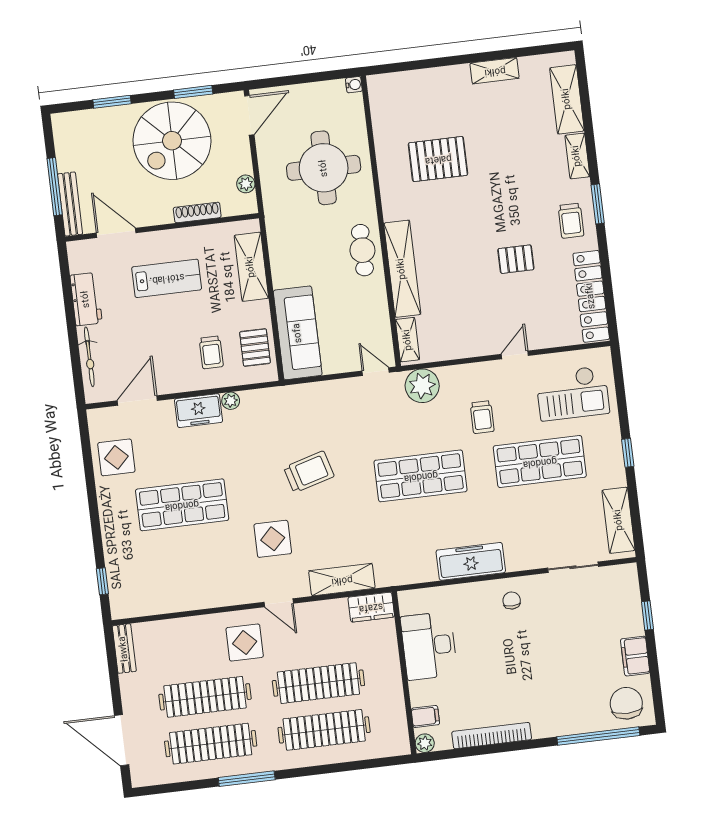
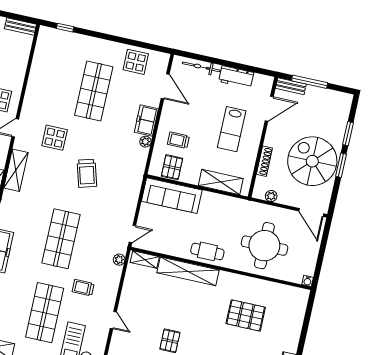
window: (193, 92) -> (341, 165), moved
pallet: (438, 159) -> (246, 315), turned 90
bench: (70, 204) -> (291, 86), width x0.73
pallet: (255, 348) -> (172, 167), turned 90
plant: (422, 386) -> (119, 260), width x0.53, depth x0.53

